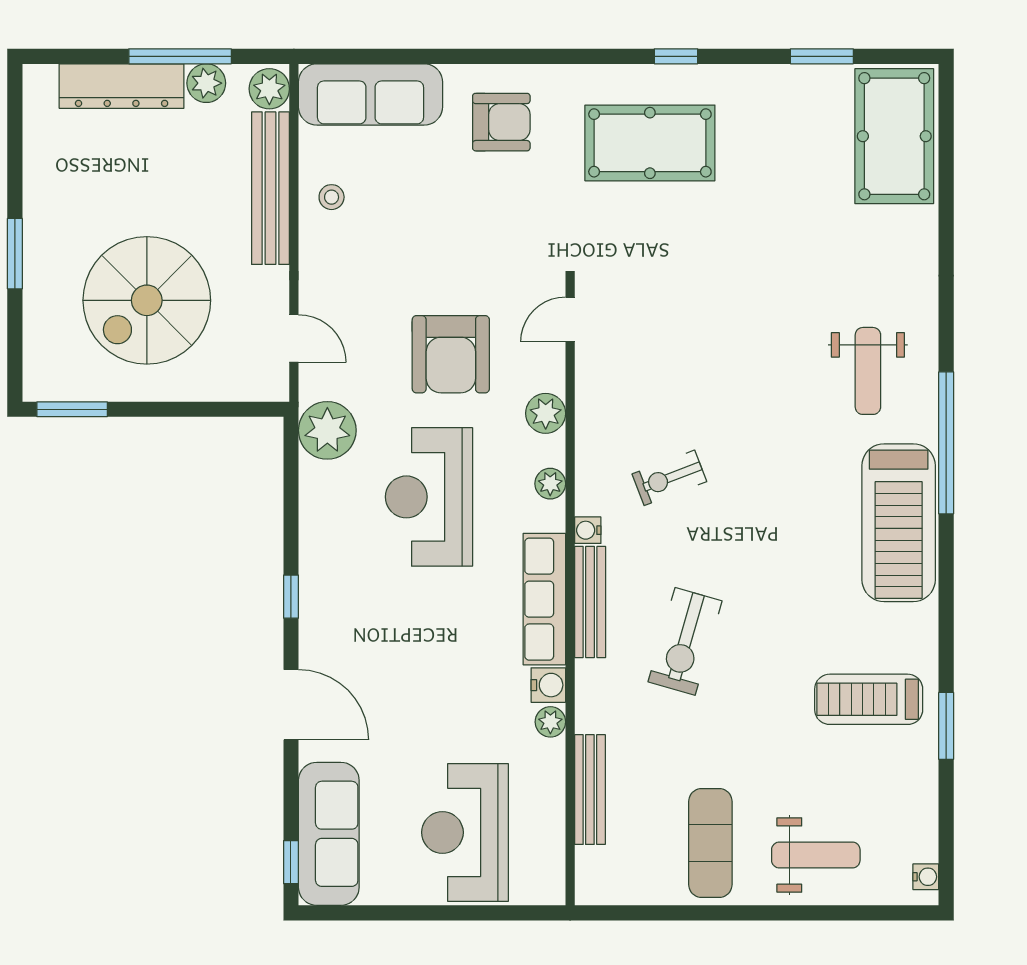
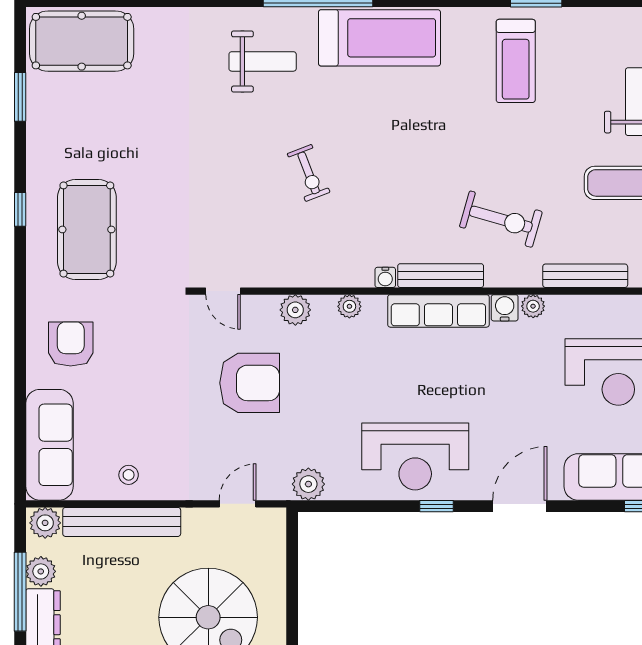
plant: (327, 430) -> (308, 484), width x0.73, depth x0.73
exercise bike: (669, 478) -> (309, 173), moved
reception desk: (429, 497) -> (415, 456), moved
exercise bike: (685, 641) -> (501, 219), moved

